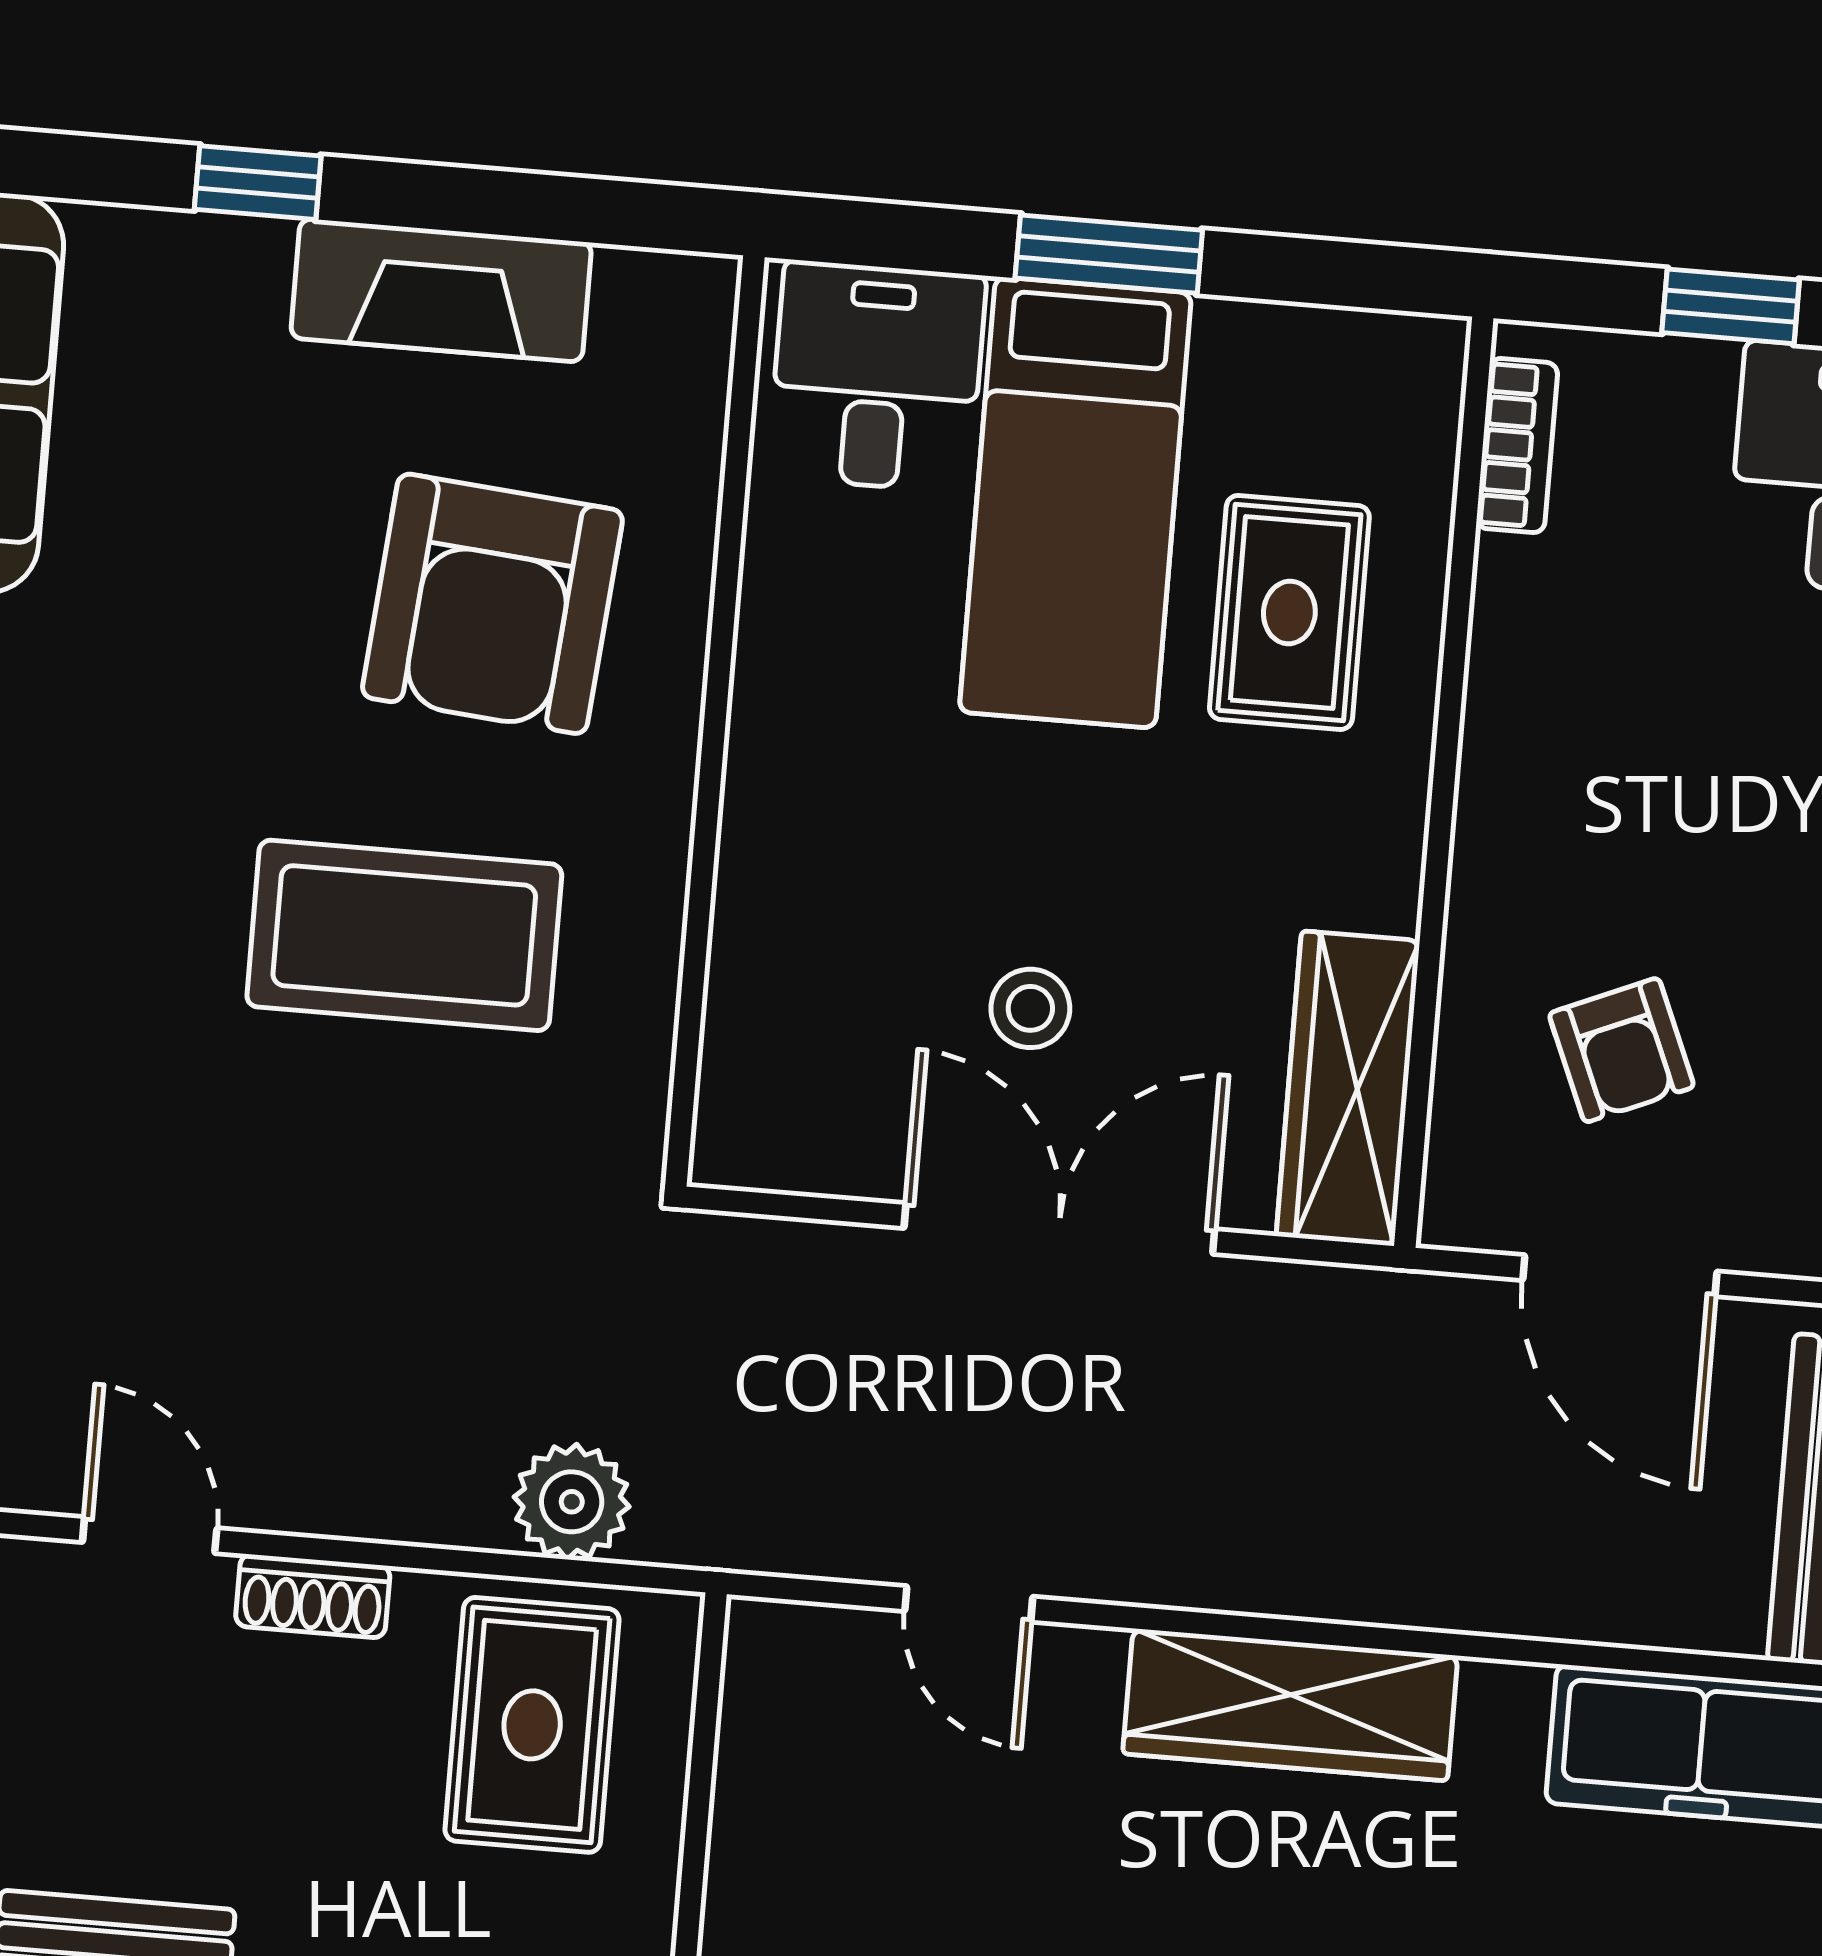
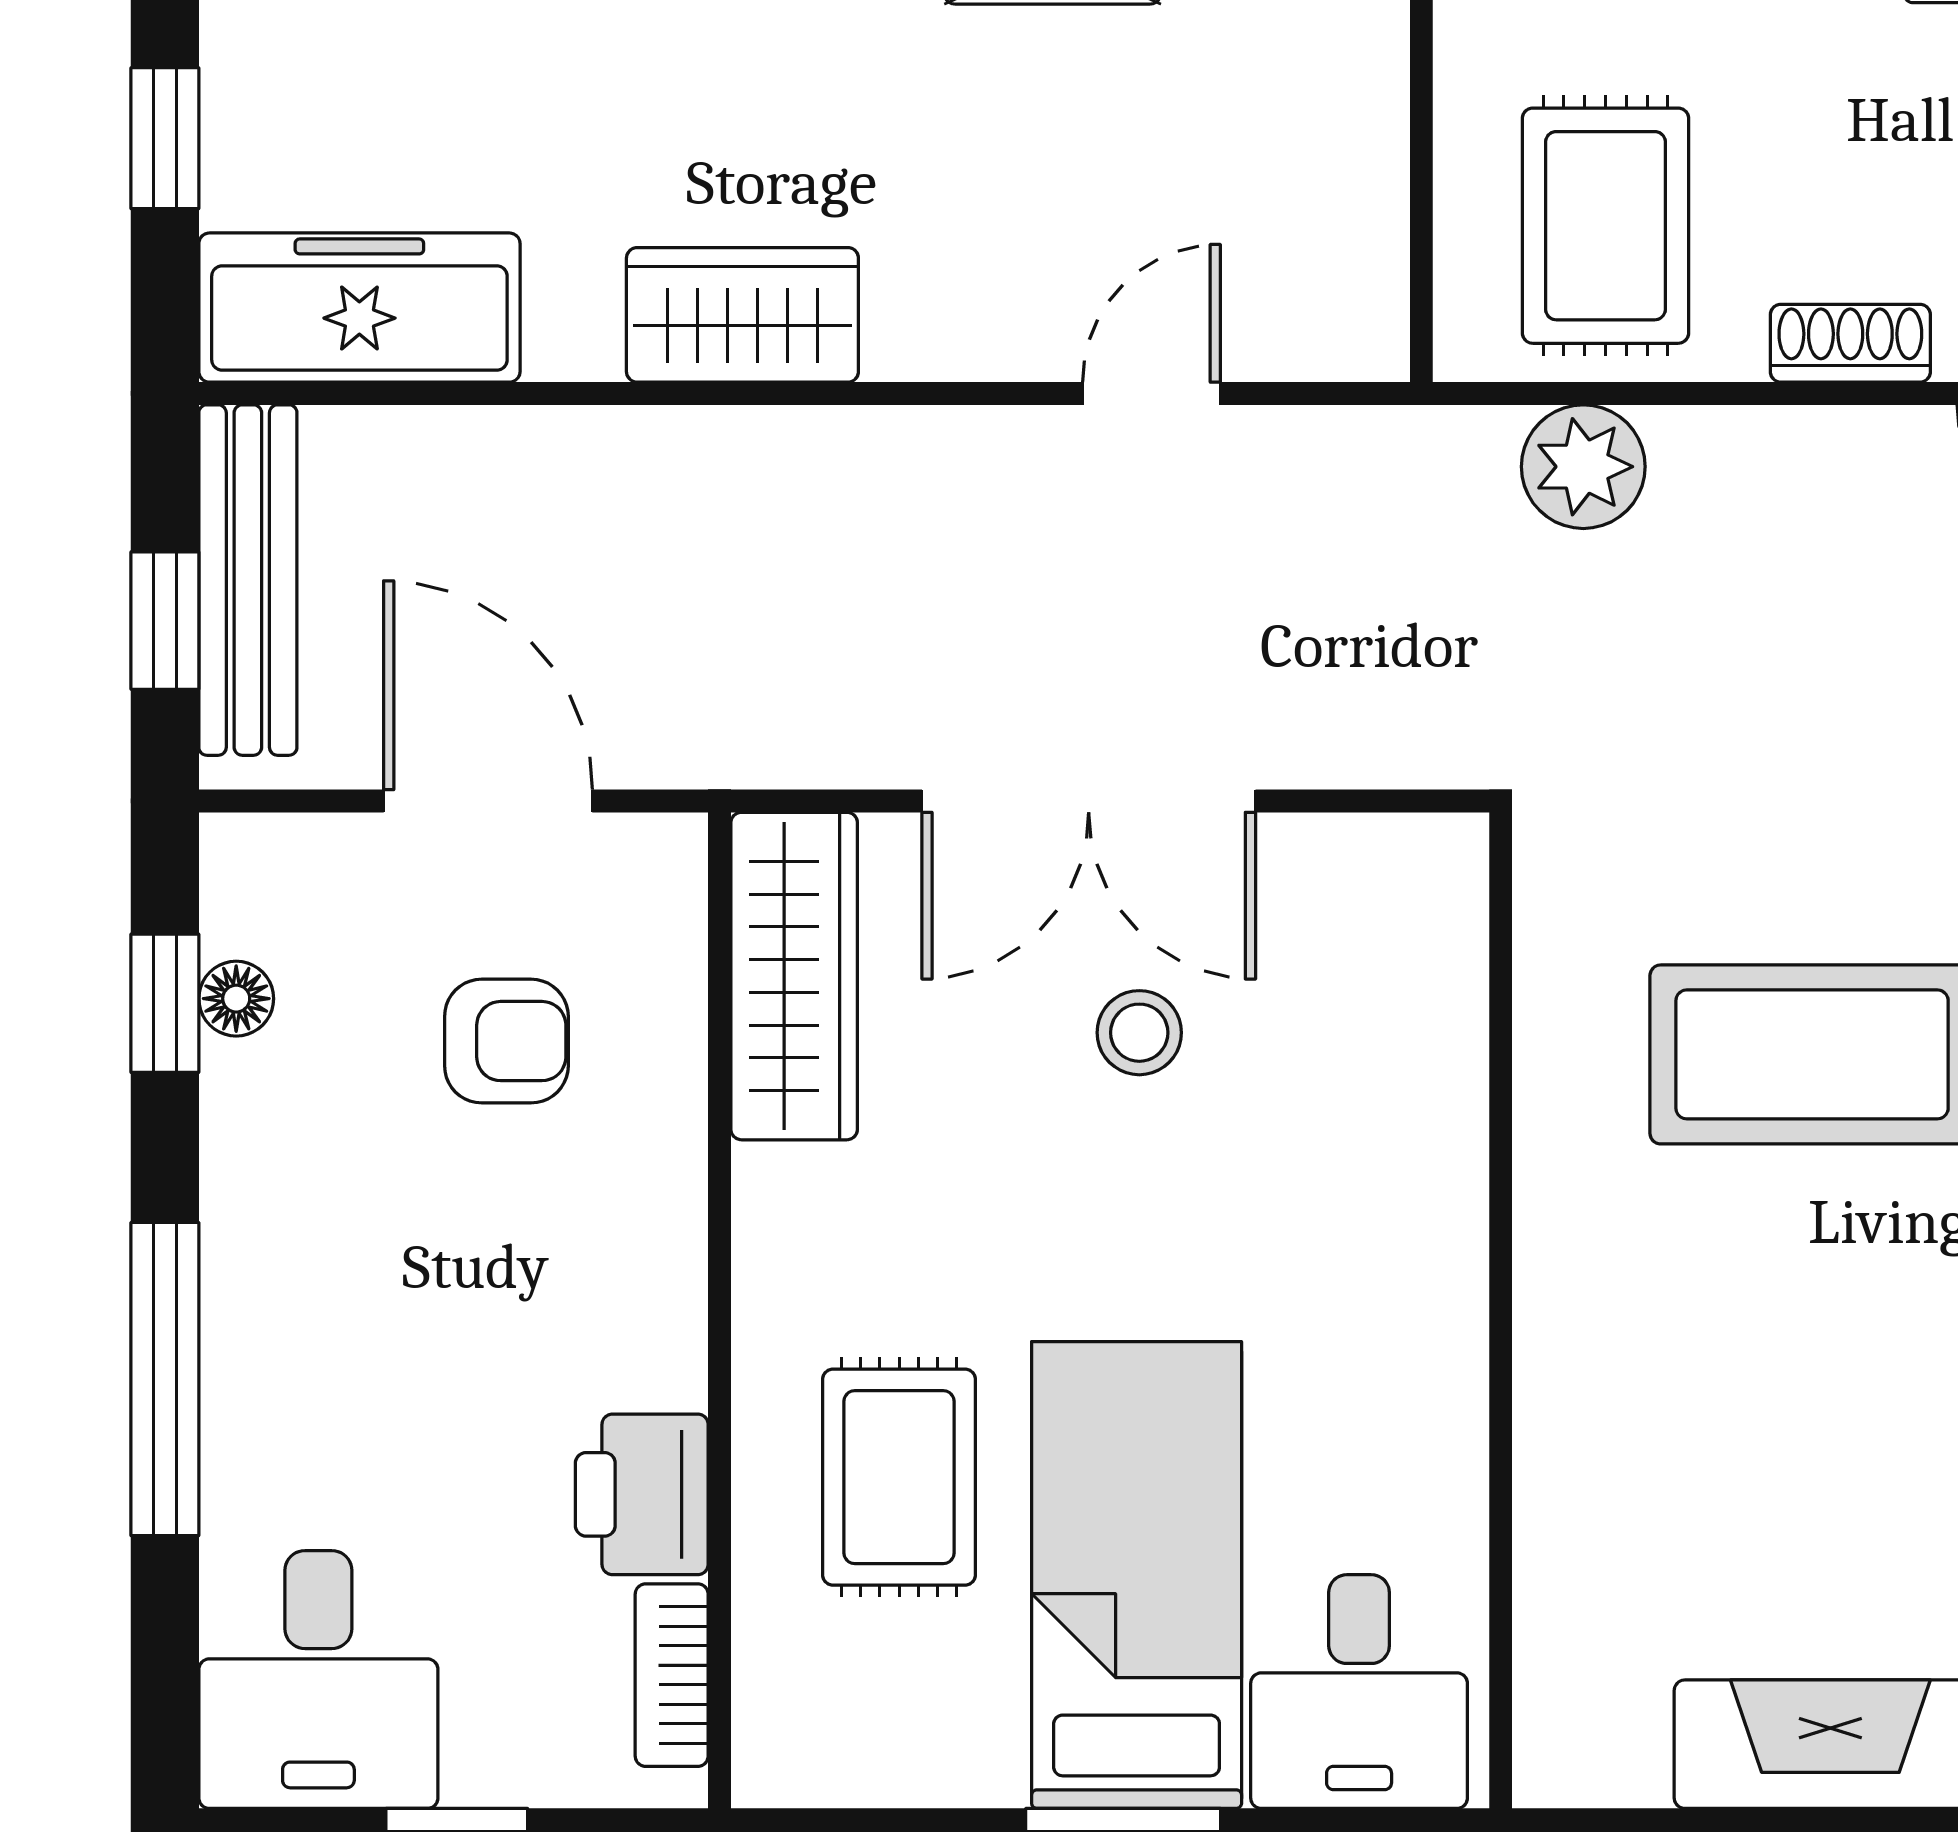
armchair: (492, 604) -> (1748, 1415), removed
printer: (1531, 617) -> (642, 1494), added
armchair: (1622, 1050) -> (506, 1041), turned 113
door: (969, 1604) -> (1151, 393), hinge flipped
wardrobe: (1290, 1705) -> (742, 315), width x0.67

